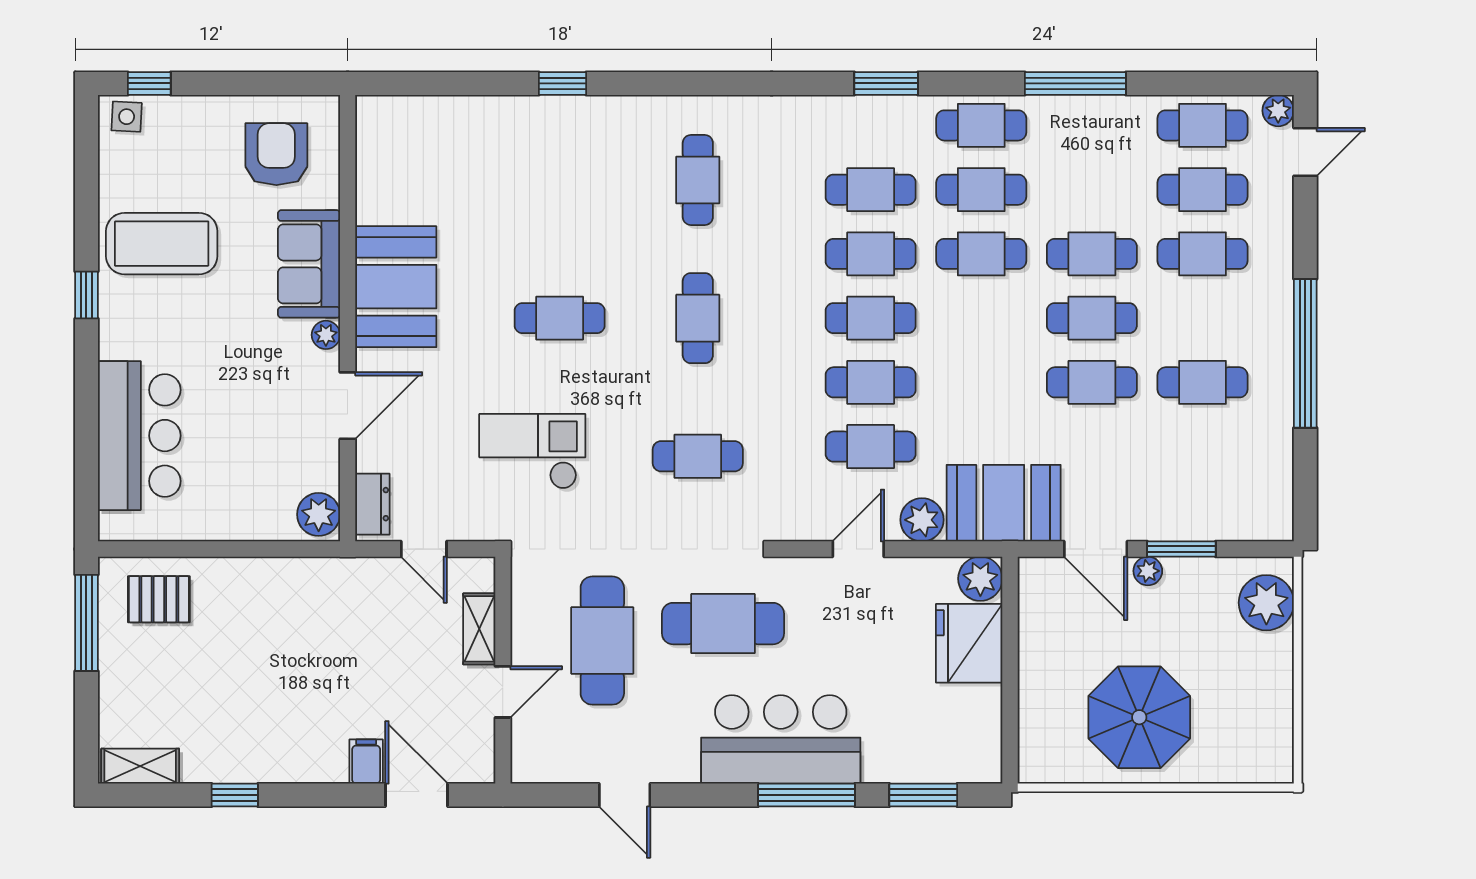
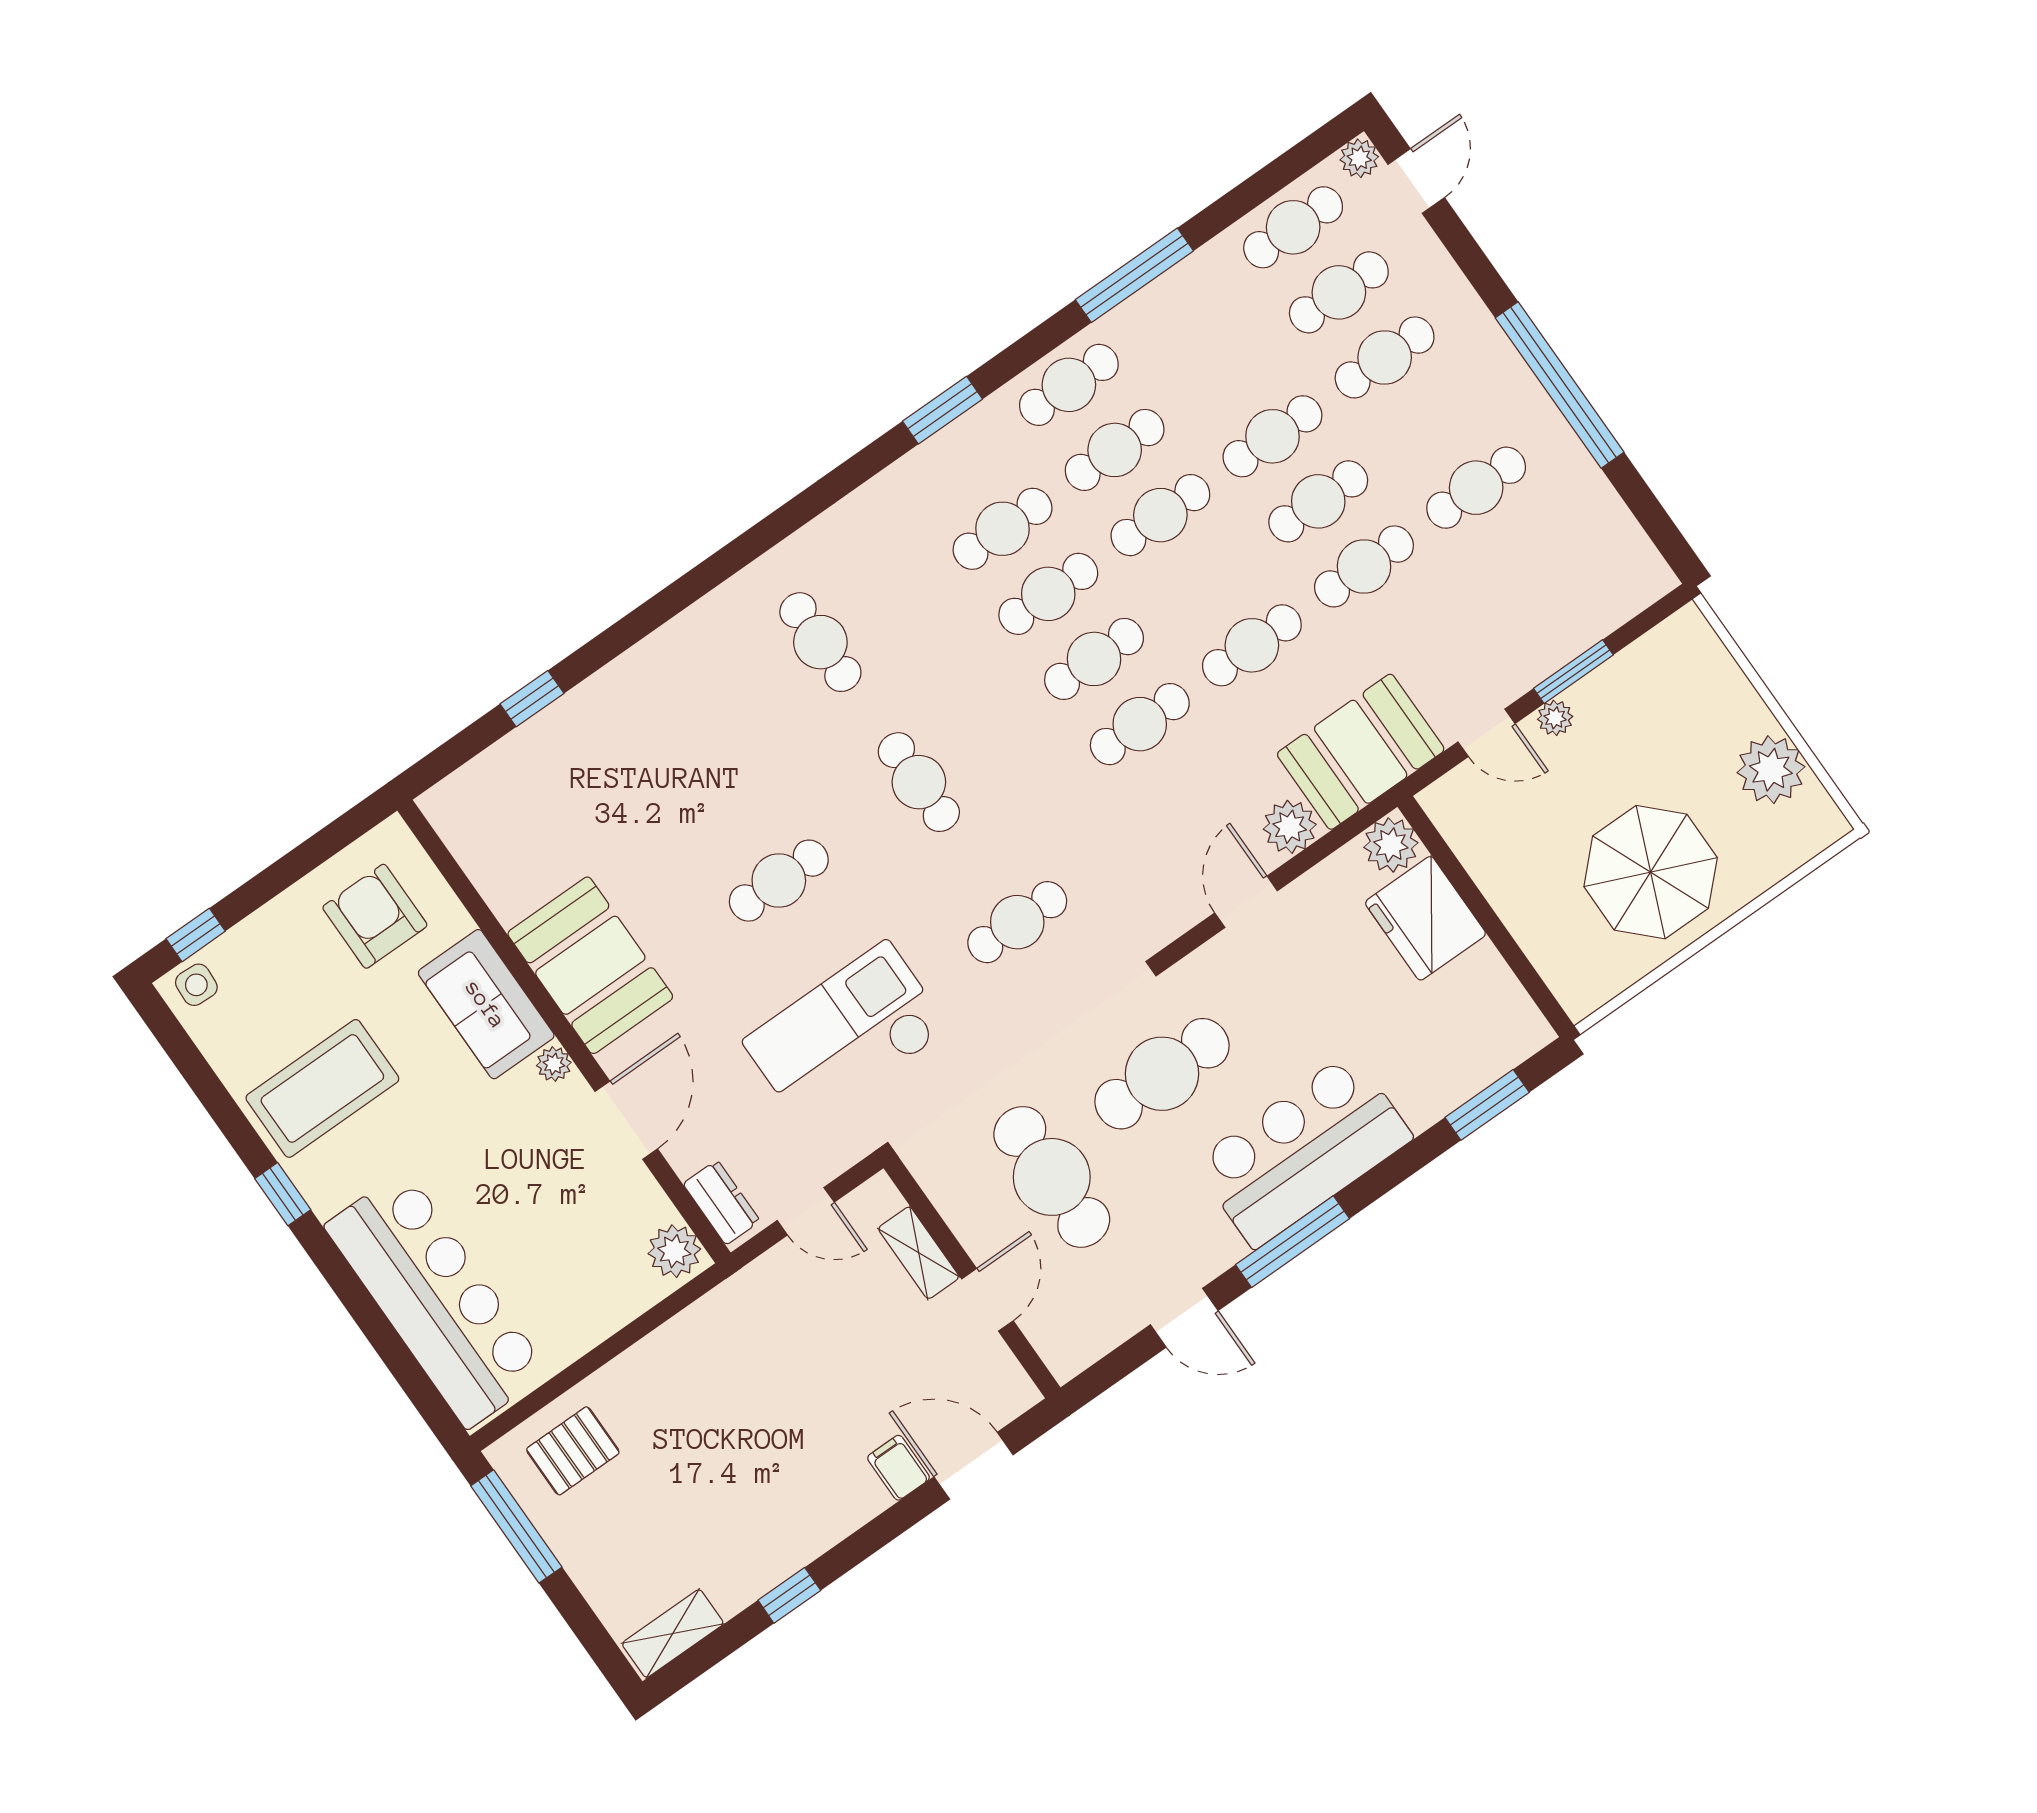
window: (562, 83) -> (532, 699), moved
bar counter: (139, 436) -> (436, 1299), width x1.36
cafe table: (871, 447) -> (1252, 645), moved
checkout: (532, 451) -> (846, 1035), width x1.36, depth x1.21
door: (1096, 549) -> (1487, 733), width x0.73
plant: (1266, 603) -> (1771, 770), moved
window: (807, 795) -> (1292, 1242), moved

